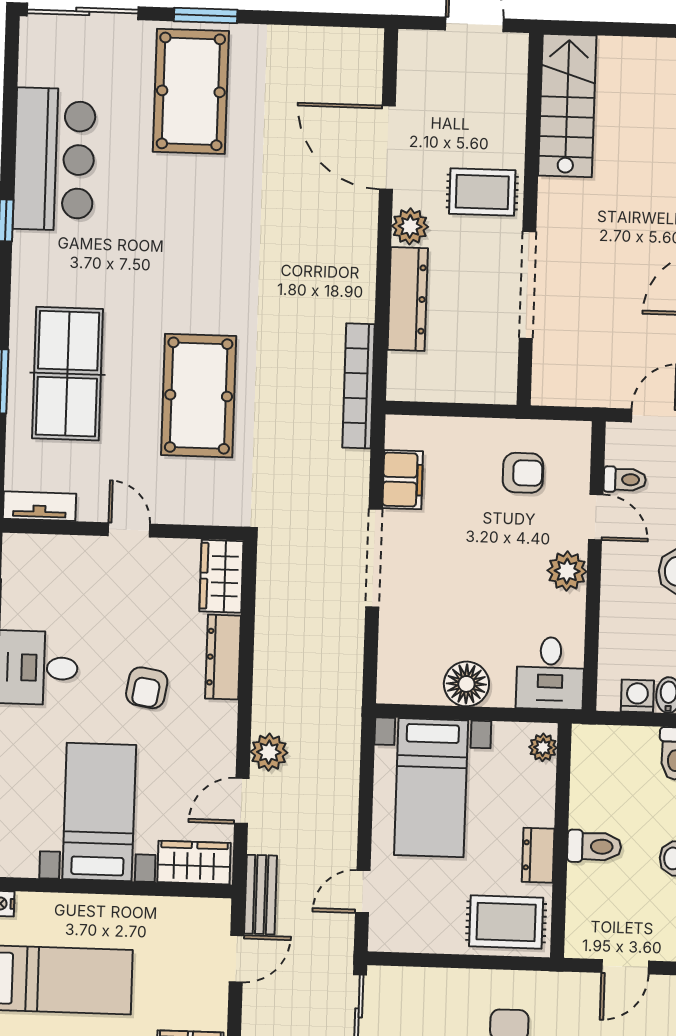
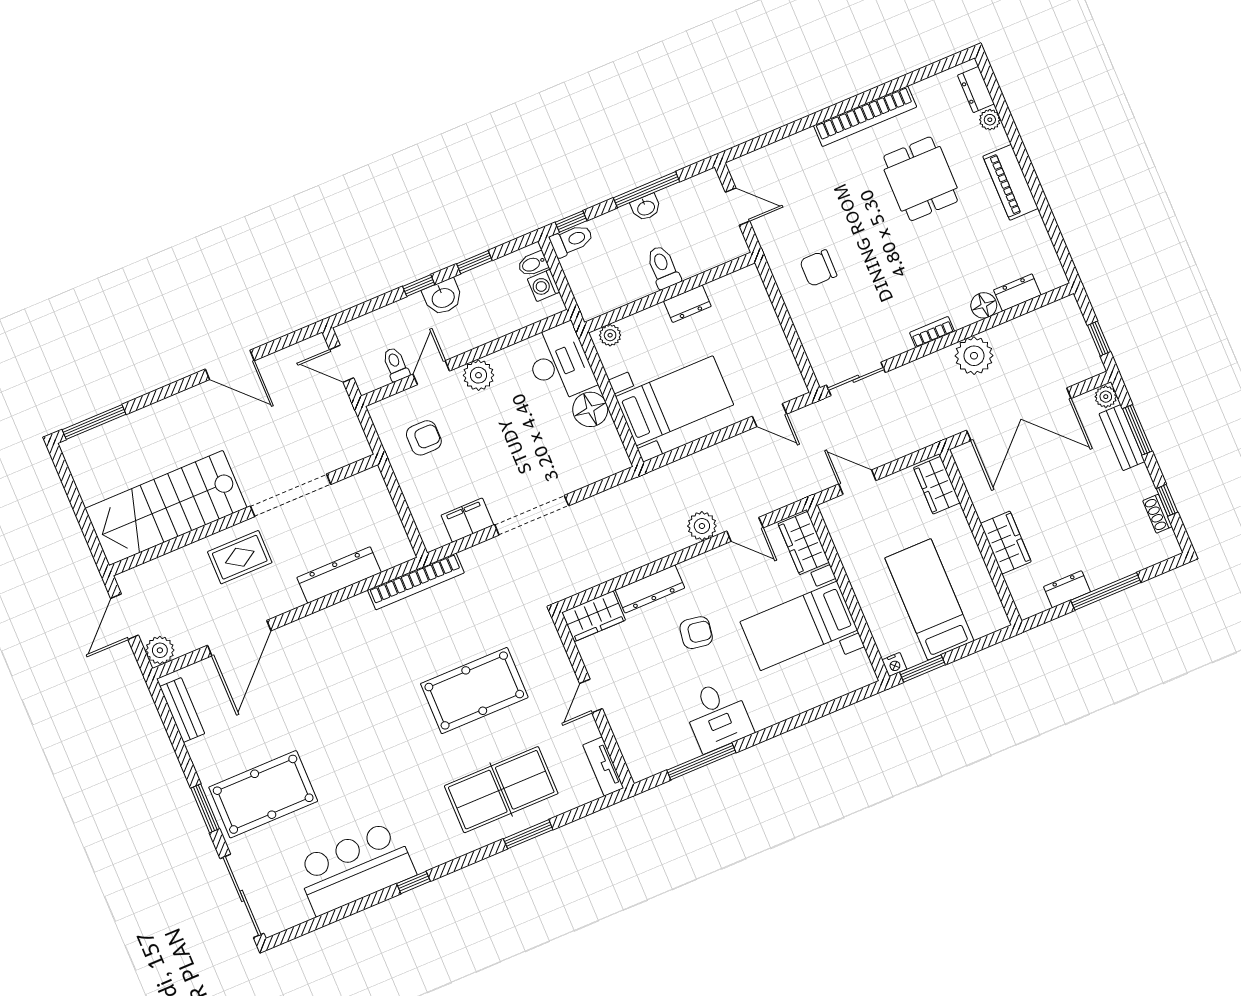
stairs: (567, 105) -> (166, 508), width x1.36, depth x1.51
rug: (482, 192) -> (240, 557), turned 90
plant: (410, 226) -> (160, 650), moved
armchair: (523, 473) -> (424, 438), turned 90
desk: (550, 673) -> (559, 363), width x1.37
bench: (261, 895) -> (182, 710), moved, turned 90
rug: (506, 922) -> (745, 305), removed

